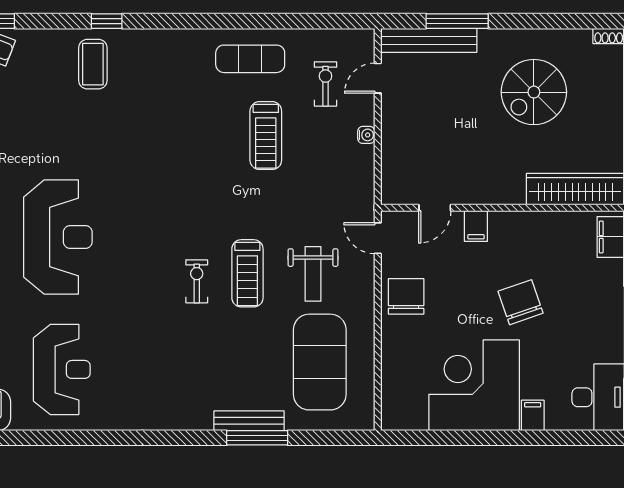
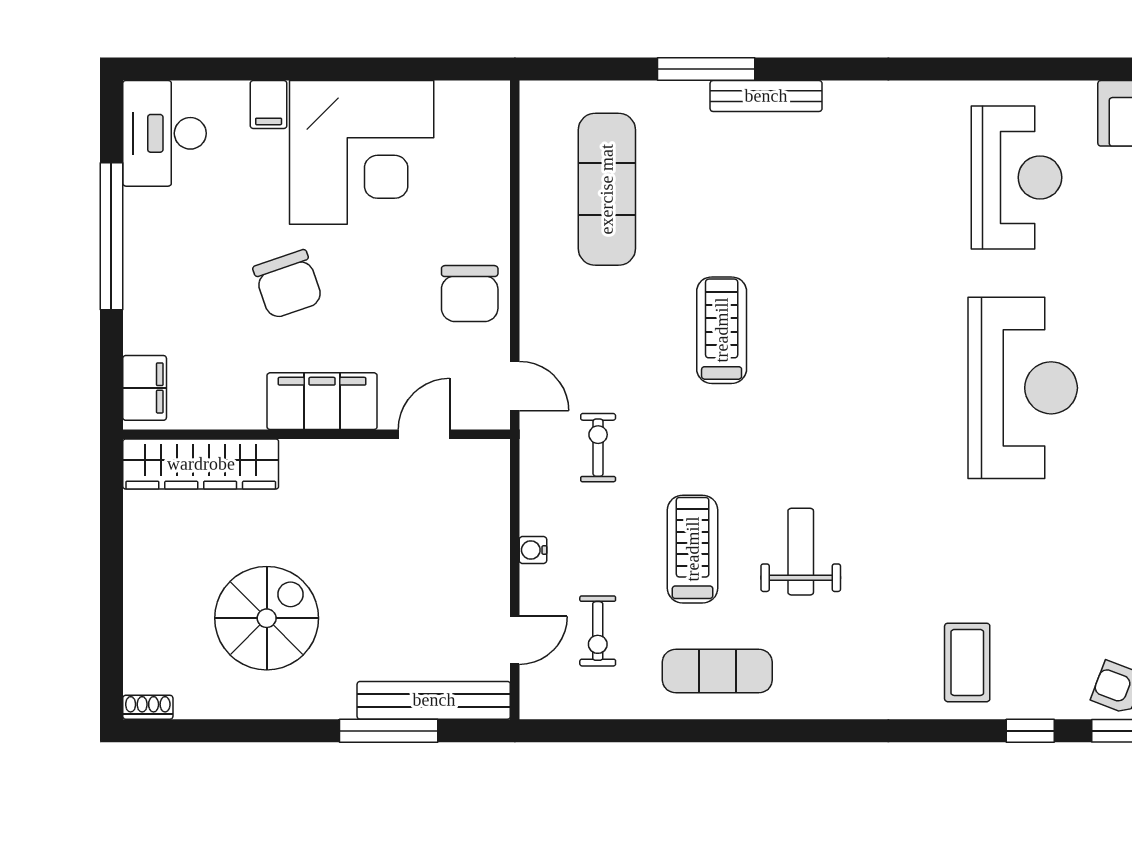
window: (107, 21) -> (1030, 731), moved
filing cabinet: (476, 226) -> (322, 401), width x3.00, depth x1.17
reception desk: (58, 237) -> (1023, 388), turned 180
weight bench: (313, 274) -> (801, 552), moved
exercise bike: (197, 281) -> (598, 448), moved, turned 180
exercise mat: (320, 362) -> (607, 189), width x0.68
reception desk: (62, 369) -> (1017, 177), turned 180
bench: (249, 421) -> (766, 96), moved

